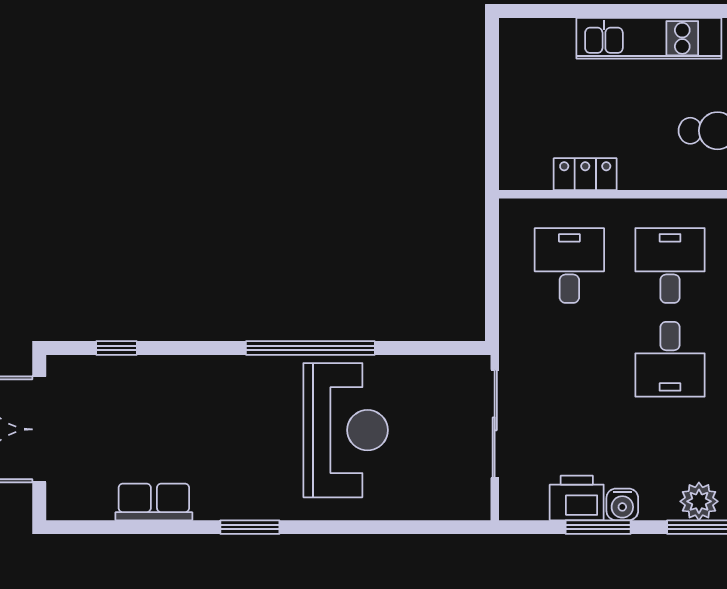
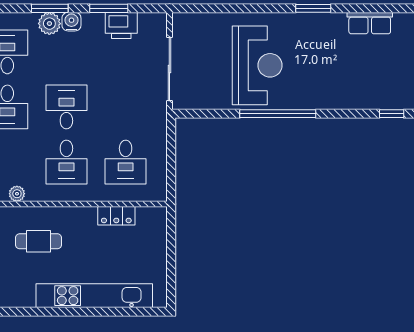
kitchen unit: (649, 38) -> (94, 296), width x1.36
reception desk: (346, 430) -> (257, 65), turned 180
water cooler: (622, 504) -> (71, 22), moved

